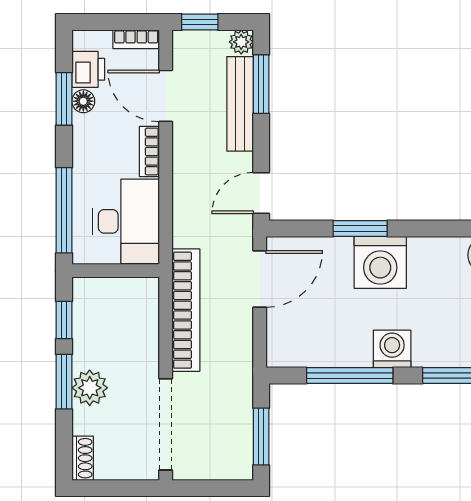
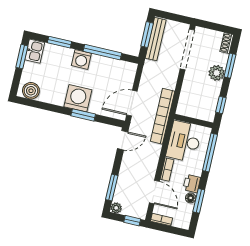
printer: (88, 69) -> (192, 184), moved
bench: (240, 104) -> (156, 39), moved
bookcase: (186, 310) -> (163, 116), moved
window: (64, 382) -> (230, 66), moved

